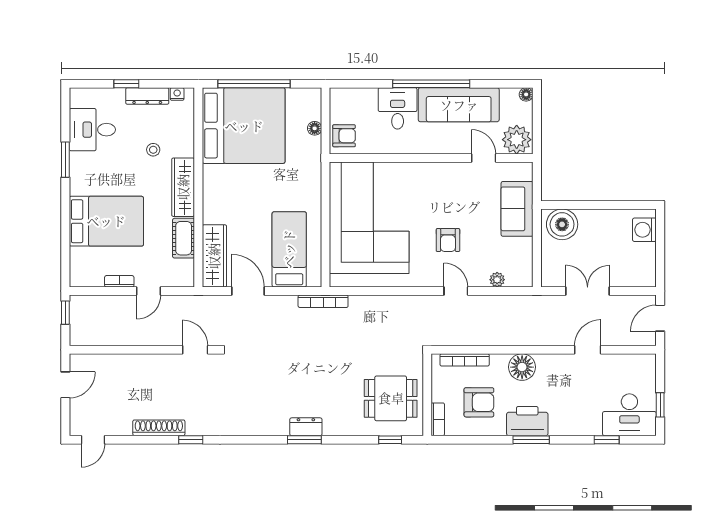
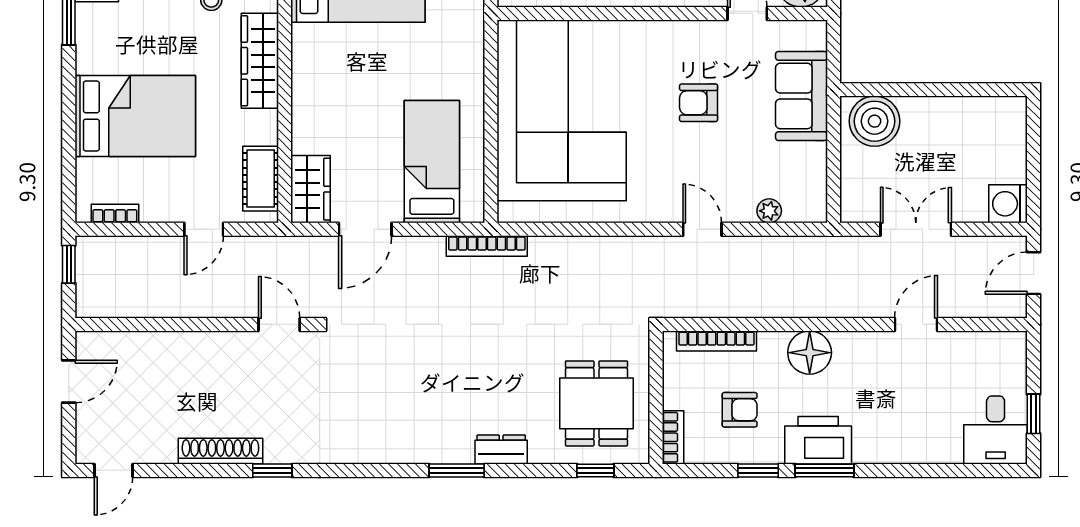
washing machine: (644, 230) -> (1008, 204), moved
cot: (184, 238) -> (261, 179), moved
armchair: (448, 240) -> (699, 103), moved, turned 90
wardrobe: (214, 256) -> (311, 189), width x0.67
bookcase: (119, 281) -> (115, 213), moved
door: (248, 291) -> (365, 229), swing flipped
dining table: (391, 398) -> (596, 403), turned 90
armchair: (479, 402) -> (740, 410), width x0.72, depth x0.72
desk: (629, 415) -> (996, 430), width x0.73
dresser: (306, 427) -> (501, 449), moved
window: (607, 440) -> (758, 470), moved

